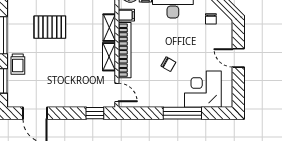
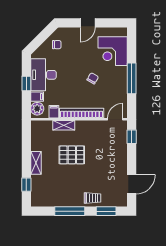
pallet: (50, 27) -> (72, 155), moved, turned 90
shelving: (109, 57) -> (87, 125), removed
window: (182, 113) -> (132, 78), moved

